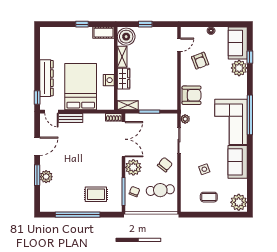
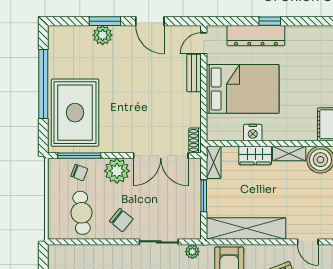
shelving: (170, 84) -> (246, 228), added
window: (37, 98) -> (270, 21), moved
rug: (96, 194) -> (75, 113), width x1.86, depth x2.06

